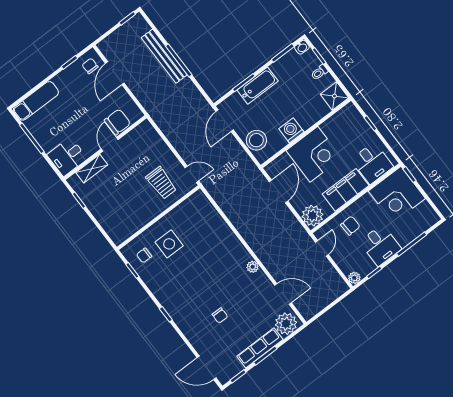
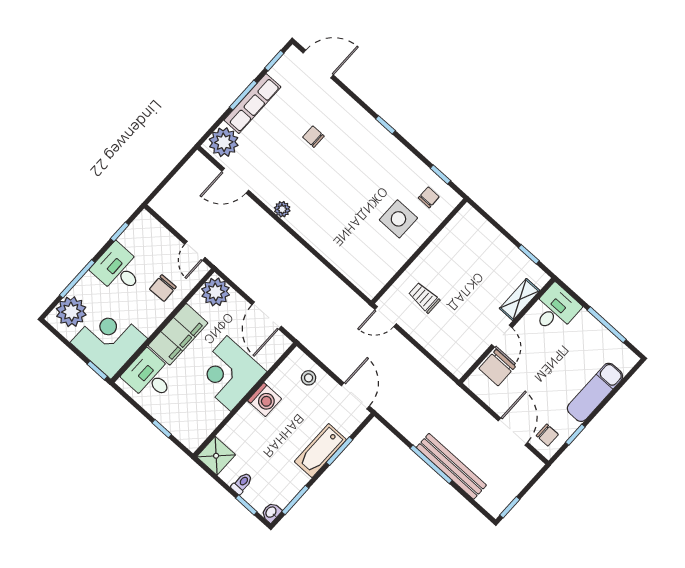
exam couch: (36, 101) -> (595, 392), moved
stool: (256, 140) -> (309, 378), width x0.53, depth x0.53
trolley: (161, 183) -> (424, 298), width x0.73, depth x0.72
plant: (354, 278) -> (71, 312), moved, width x1.87, depth x1.87

